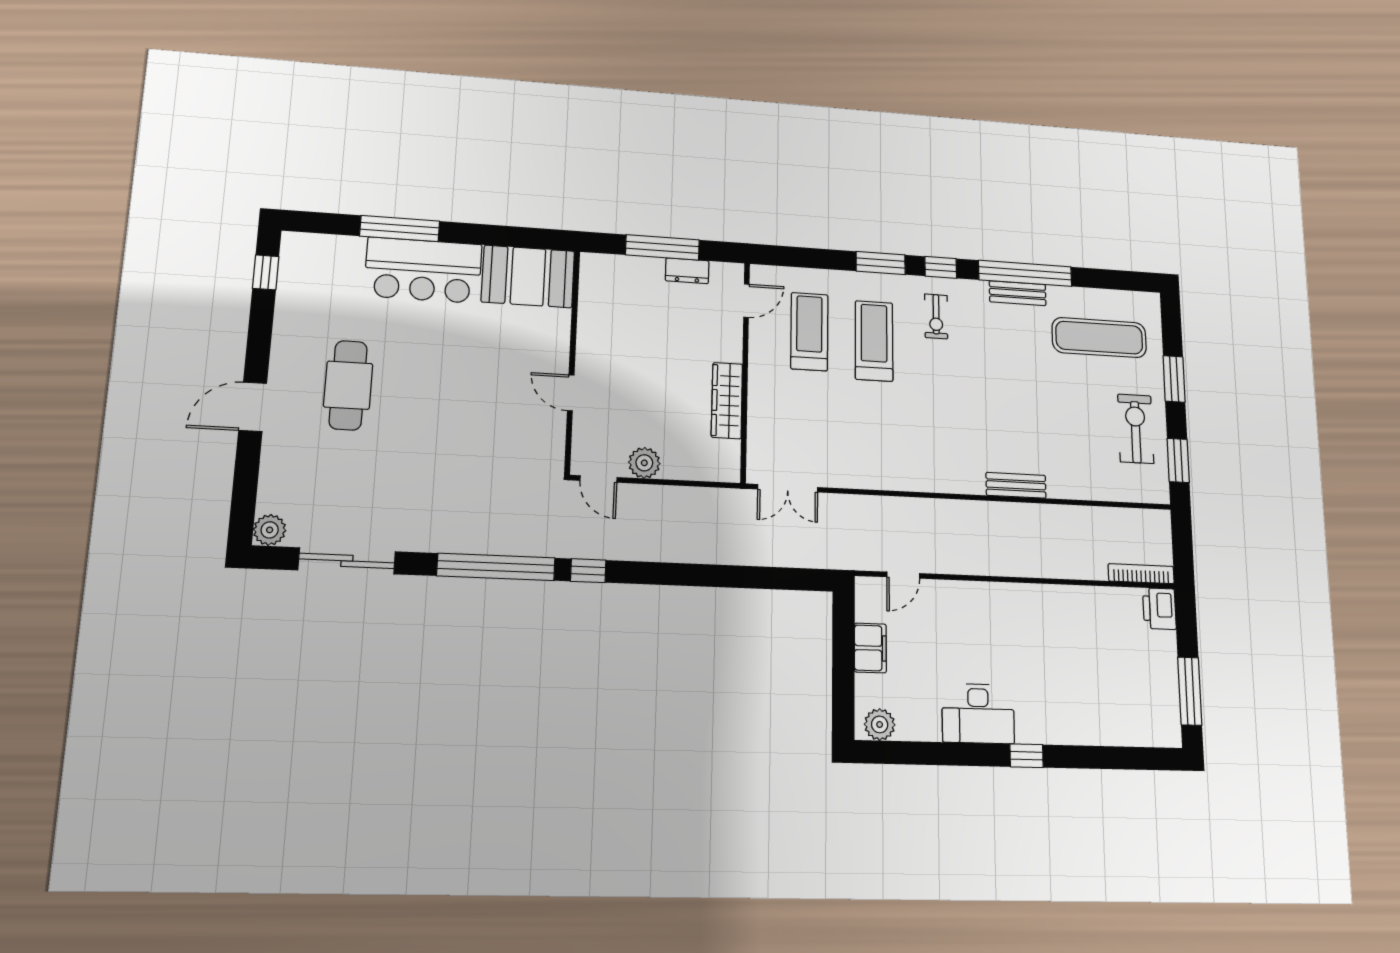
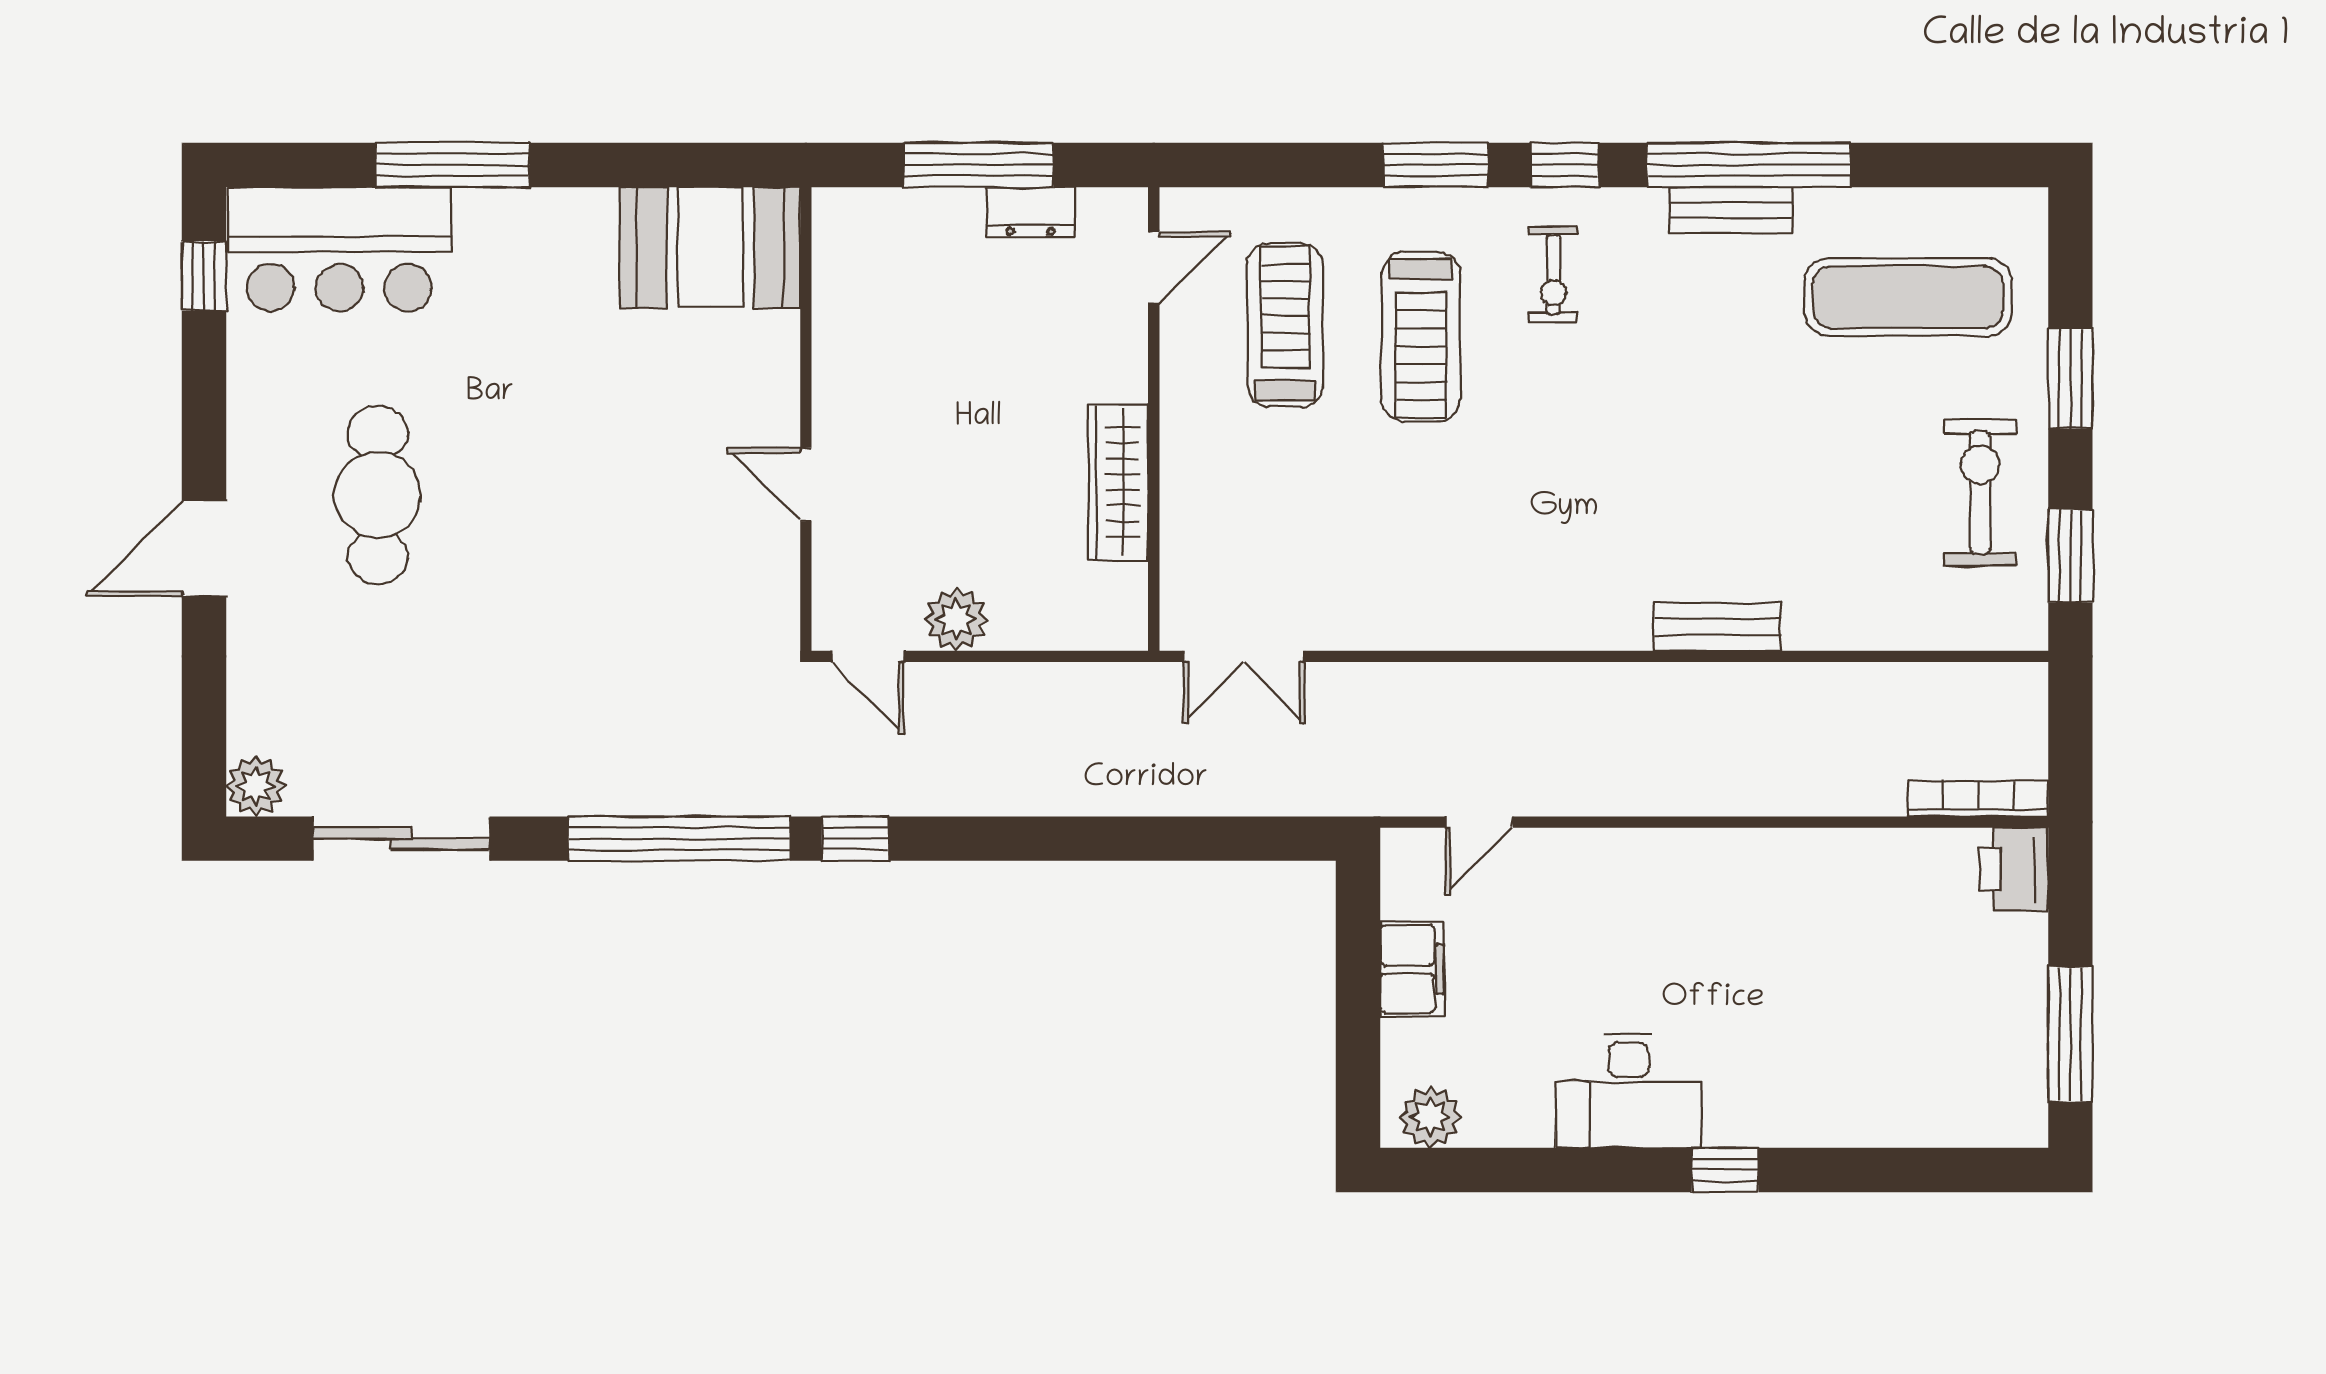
bar counter: (423, 270) -> (339, 249), moved
treadmill: (874, 341) -> (1421, 337), turned 180

